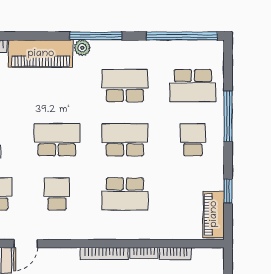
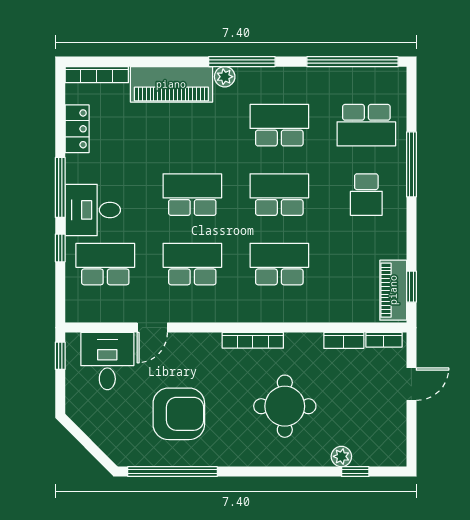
school desk: (193, 140) -> (366, 195), turned 180
window: (228, 191) -> (411, 287), moved
school desk: (57, 194) -> (192, 264), width x1.85
school desk: (125, 194) -> (279, 264), turned 180
bookcase: (144, 253) -> (384, 340), moved

